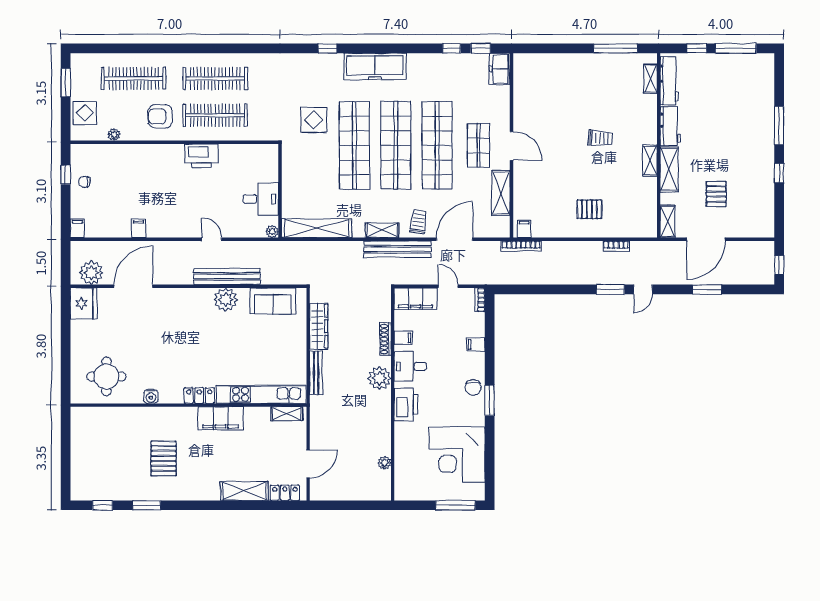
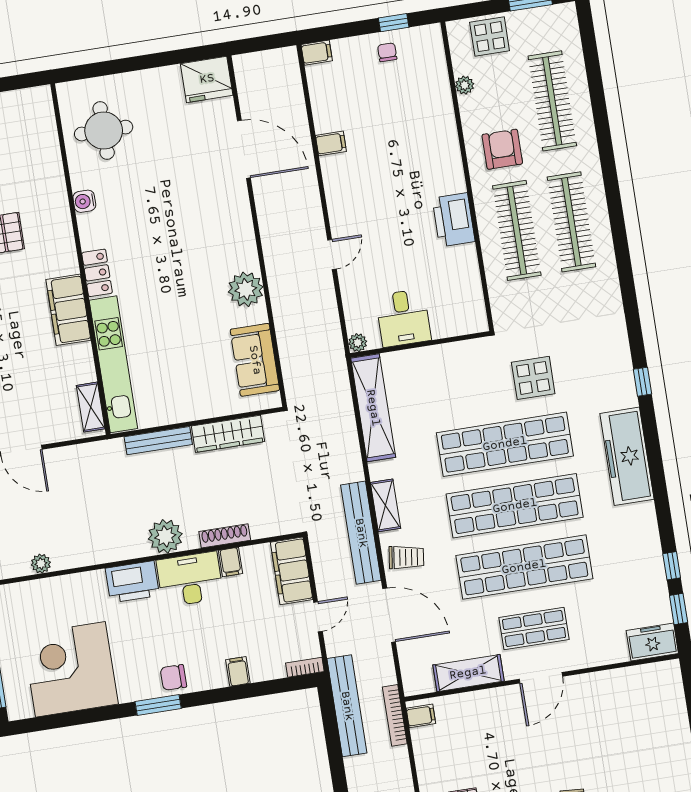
plant: (91, 273) -> (254, 84), removed
bench: (227, 276) -> (347, 706), moved
desk: (410, 366) -> (190, 579), width x1.37

